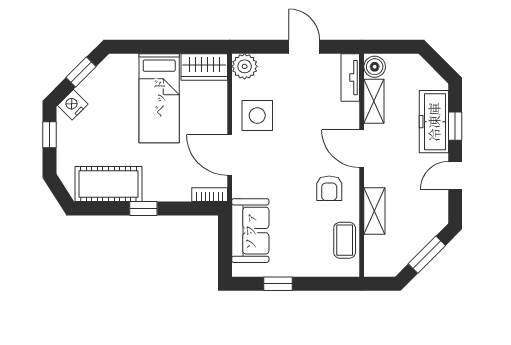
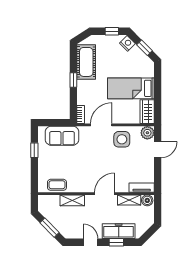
door: (304, 47) -> (158, 150), moved
armchair: (329, 188) -> (84, 177), removed

